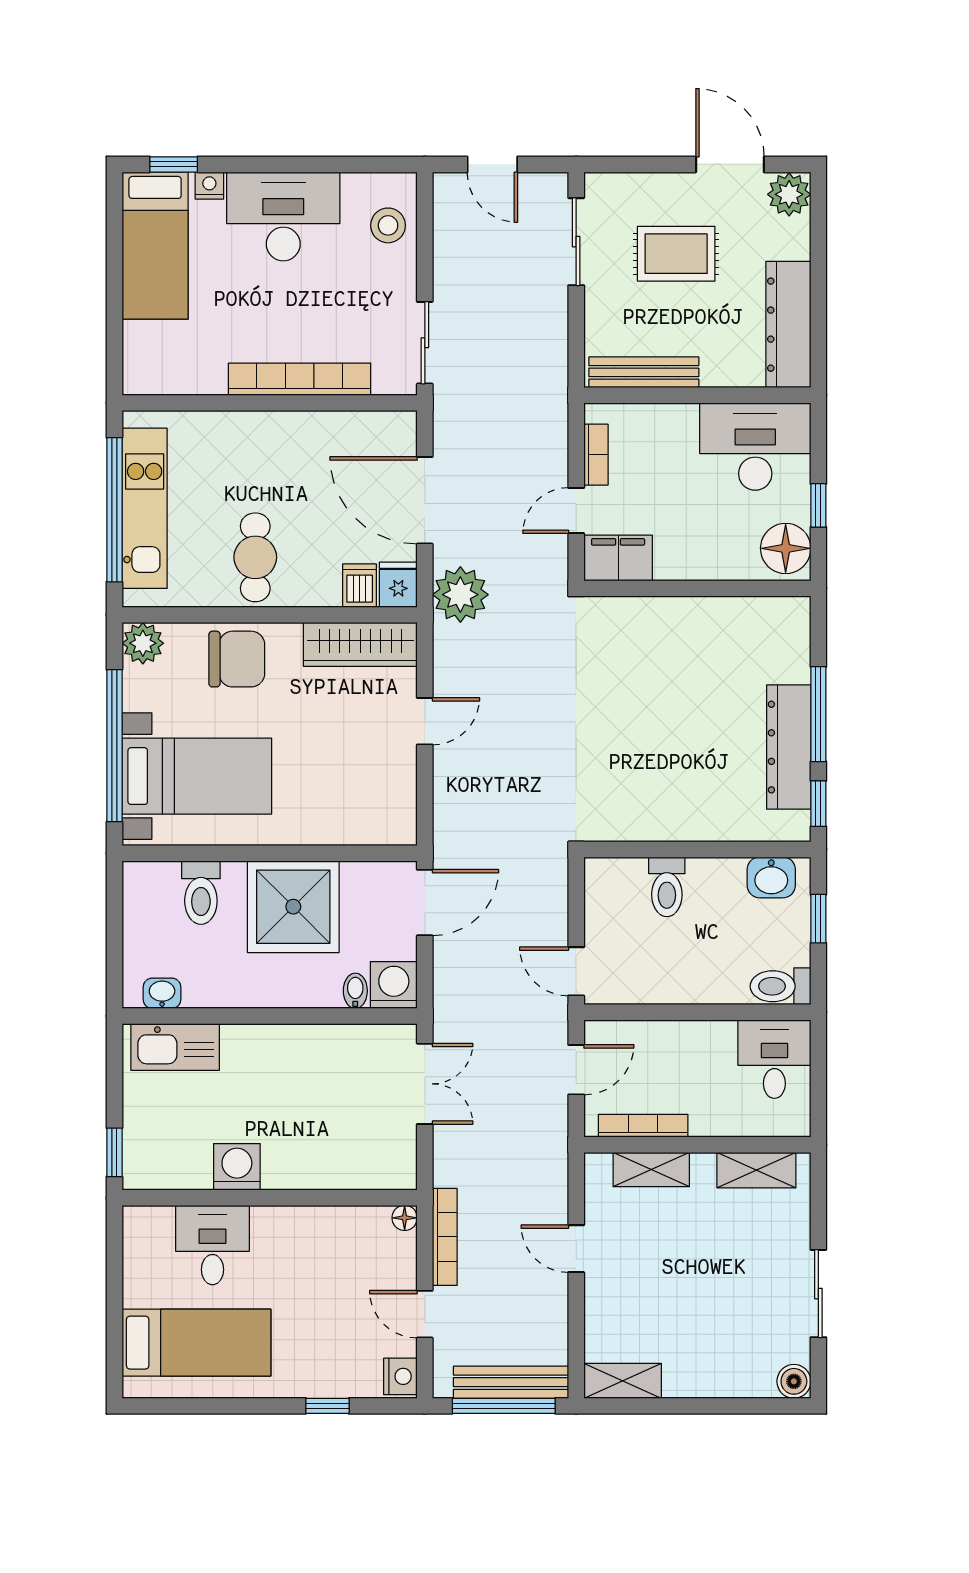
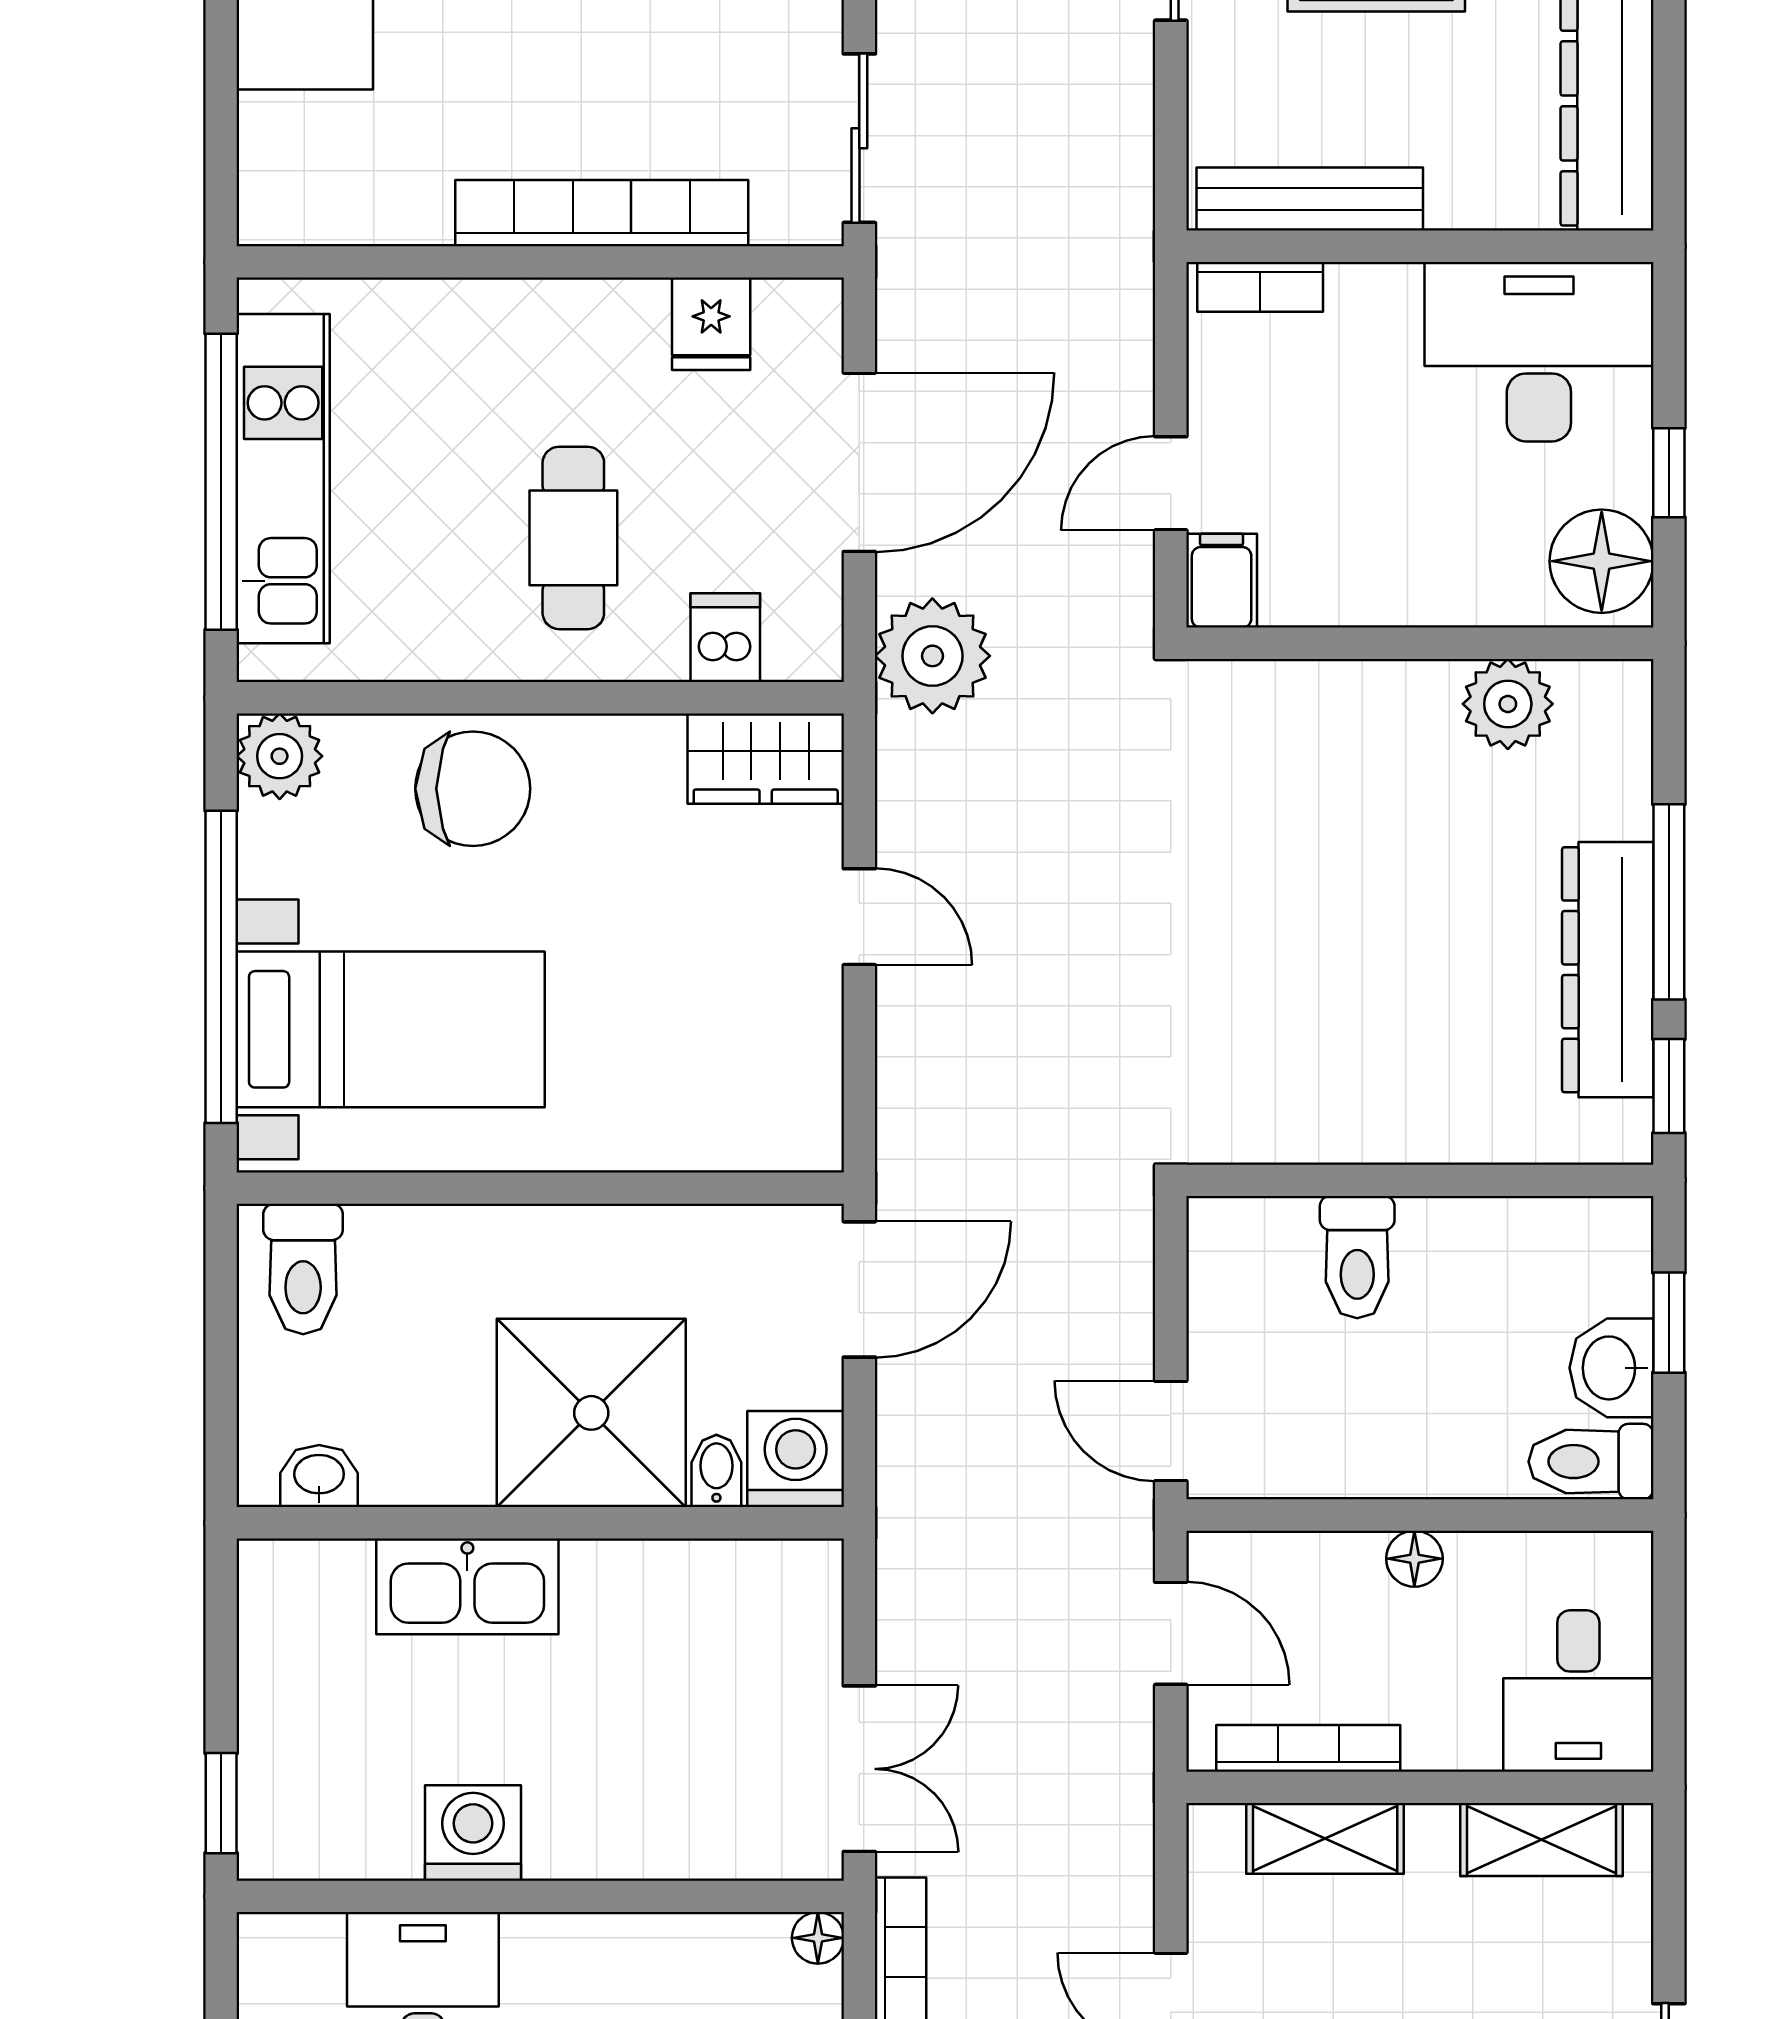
bookcase: (596, 455) -> (1260, 287), moved, turned 90
door: (425, 500) -> (859, 462), swing flipped
cafe table: (255, 557) -> (573, 538), moved
filing cabinet: (618, 558) -> (1222, 581), width x0.50
fridge: (398, 585) -> (711, 324), moved, turned 180
plant: (740, 618) -> (1508, 704), added
wardrobe: (360, 644) -> (766, 759), width x0.67
door: (425, 721) -> (859, 917), hinge flipped
washbasin: (771, 877) -> (1611, 1368), moved, turned 90
toilet: (201, 893) -> (303, 1269), moved
shower: (293, 907) -> (591, 1413), moved
floor lamp: (695, 1033) -> (1414, 1559), added
kitchen sink: (175, 1047) -> (467, 1586), moved
desk: (774, 1059) -> (1578, 1691), moved, turned 180
door: (576, 1070) -> (1171, 1633), hinge flipped
double door: (425, 1084) -> (859, 1769), moved

